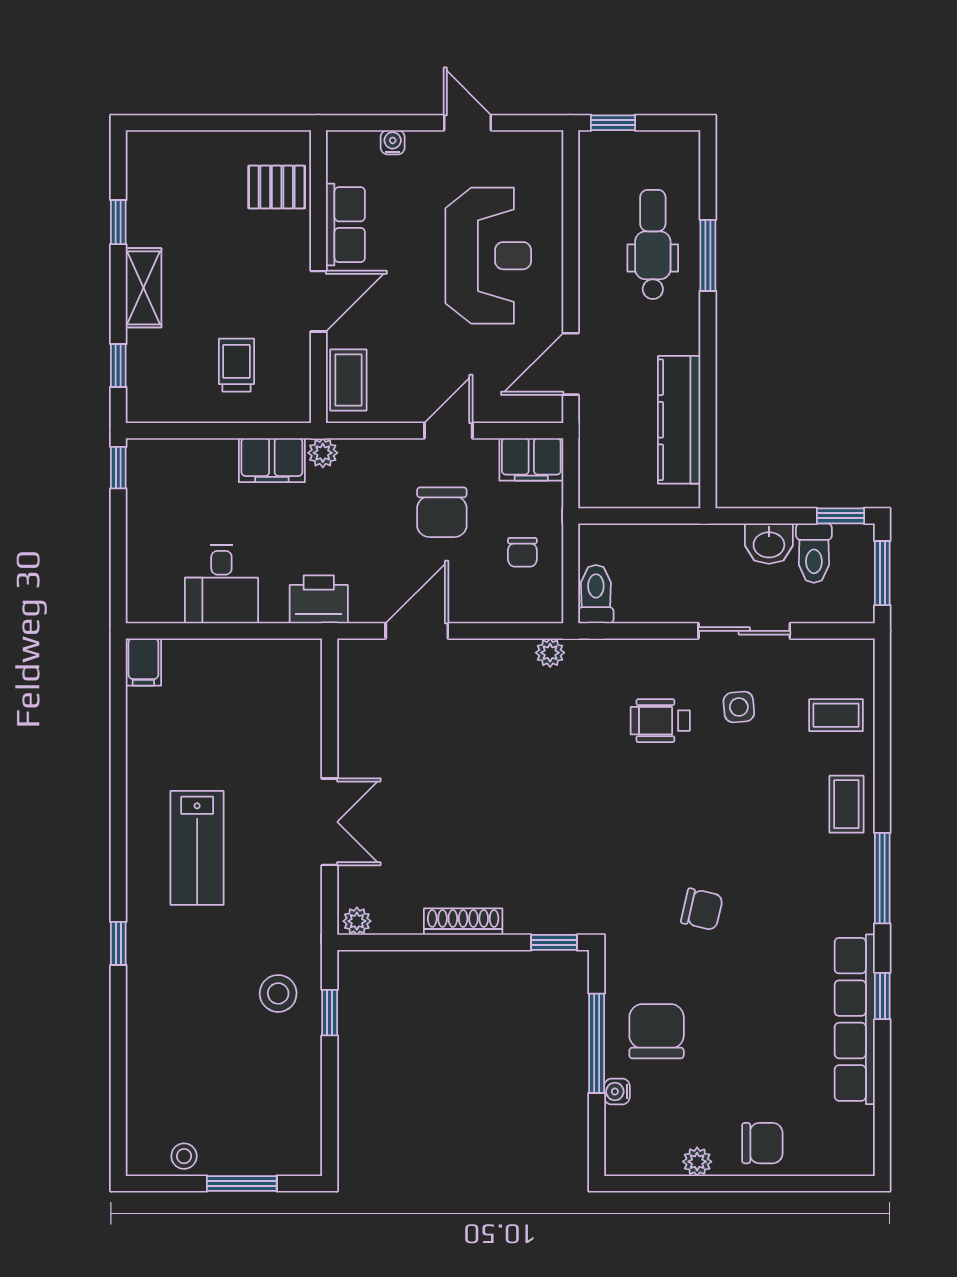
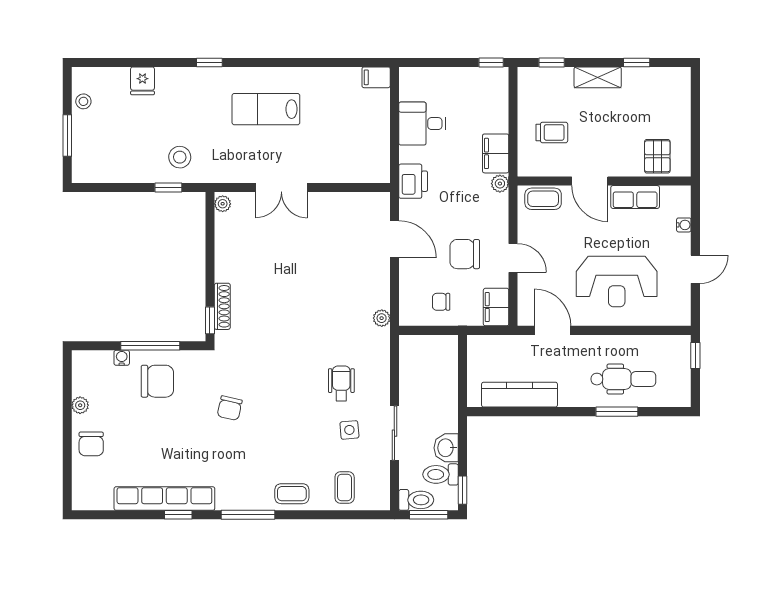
toilet: (596, 594) -> (416, 500), moved
shoe rack: (463, 922) -> (222, 306), moved
fridge: (149, 1056) -> (142, 81), added

